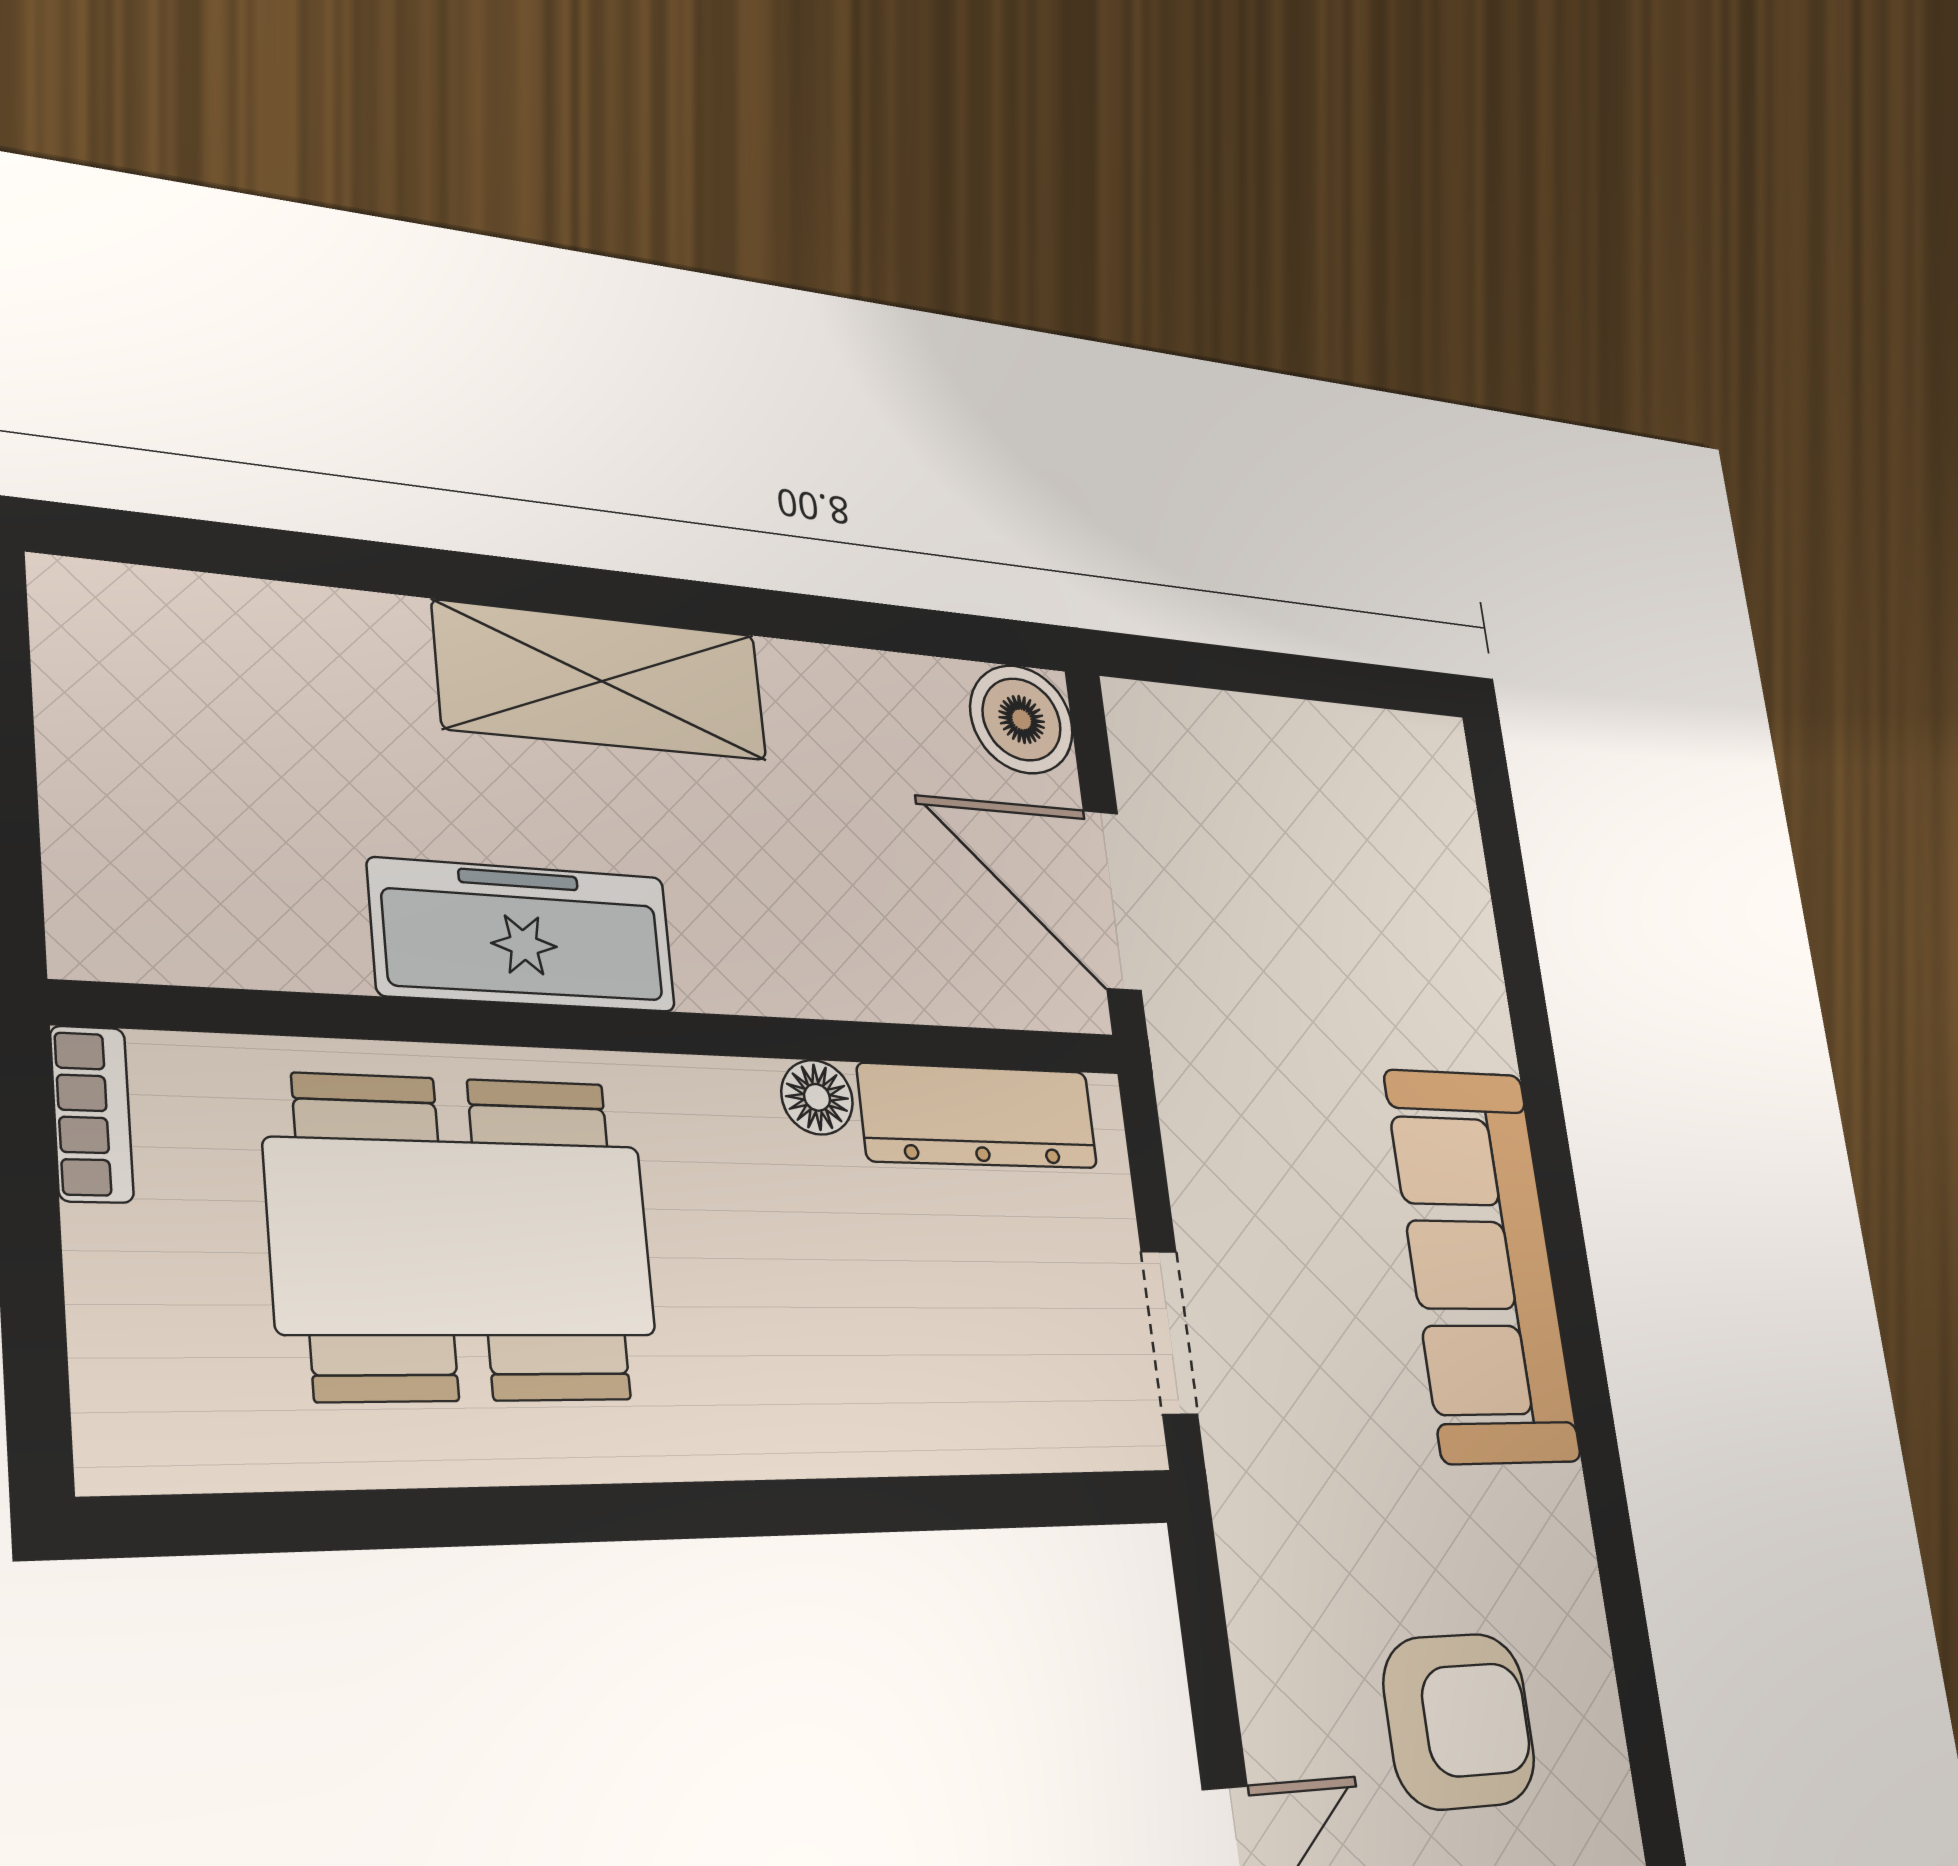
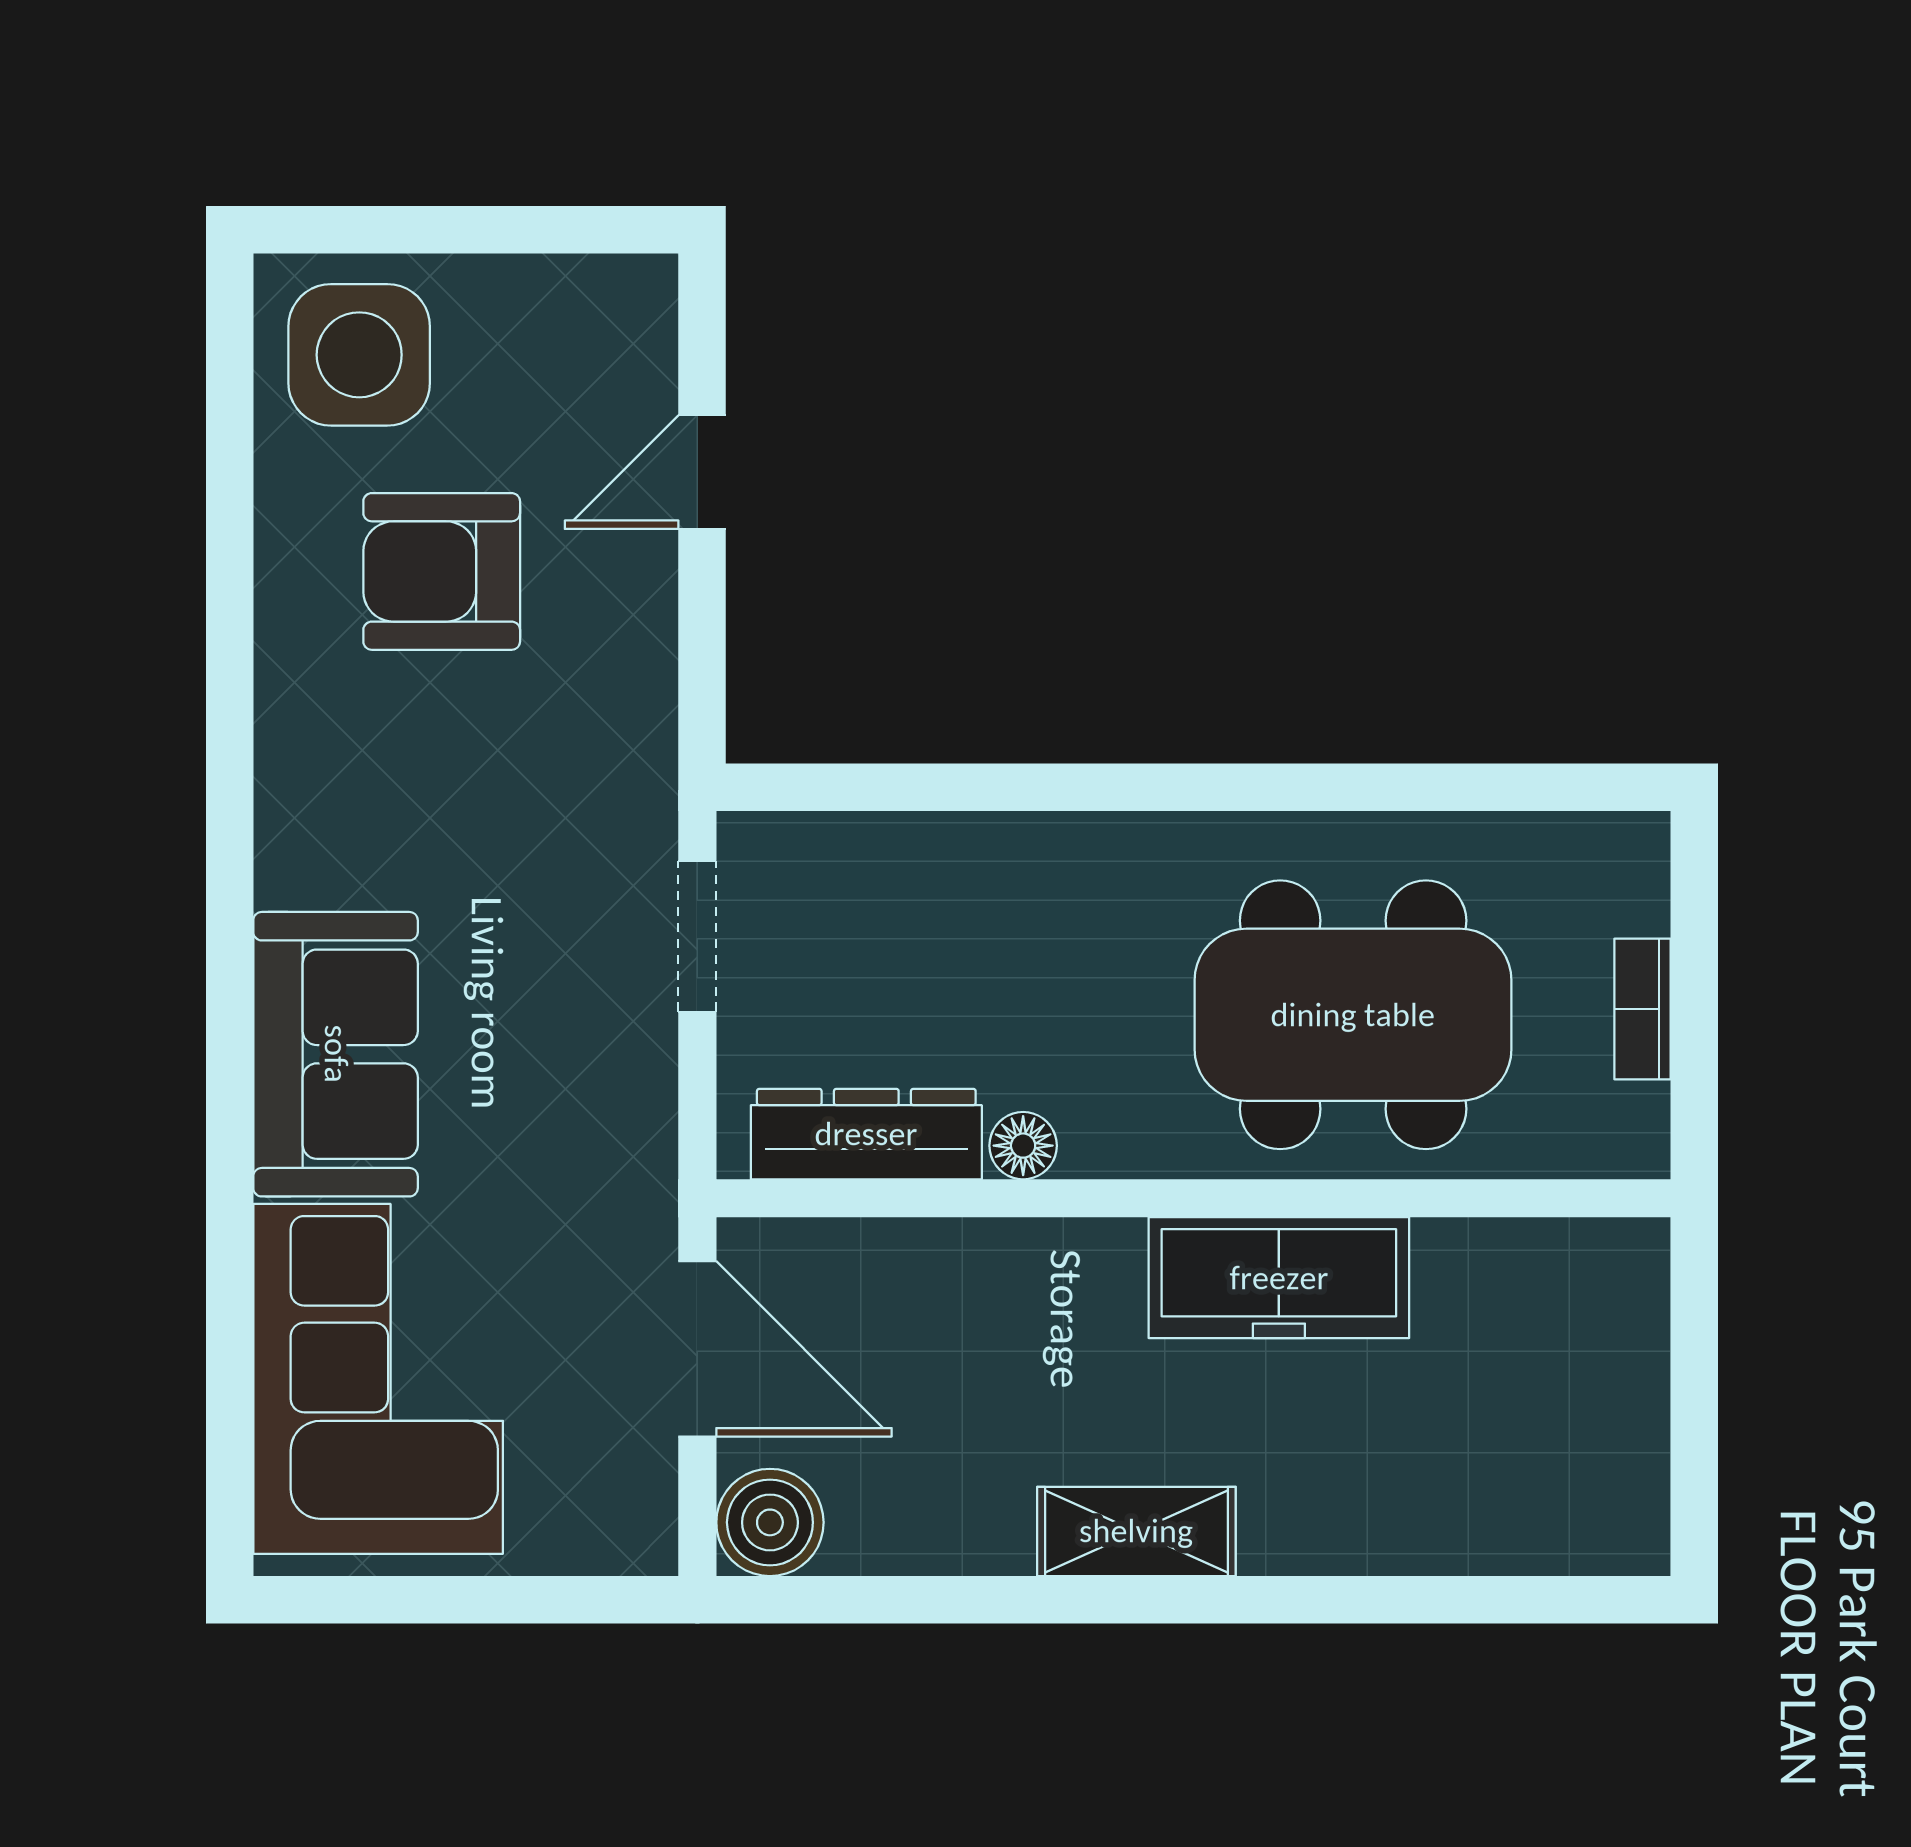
shelving: (602, 681) -> (1136, 1531), width x0.67, depth x0.75
corner sofa: (1389, 893) -> (378, 1379), added
bookcase: (92, 1114) -> (1642, 1009), moved
sofa: (1482, 1265) -> (336, 1054), width x0.73

